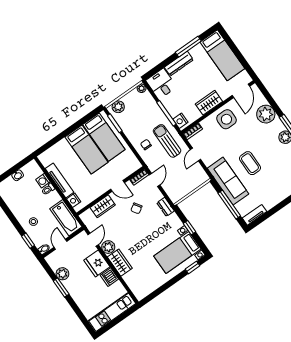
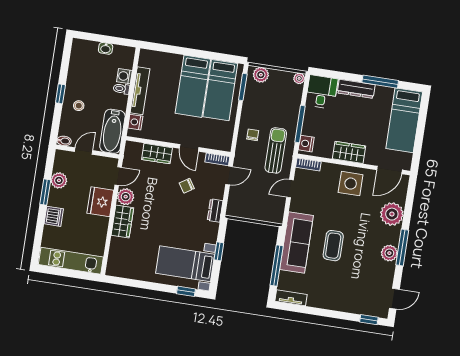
window: (28, 241) -> (60, 94), moved
dishwasher: (109, 277) -> (54, 216), moved, turned 180

